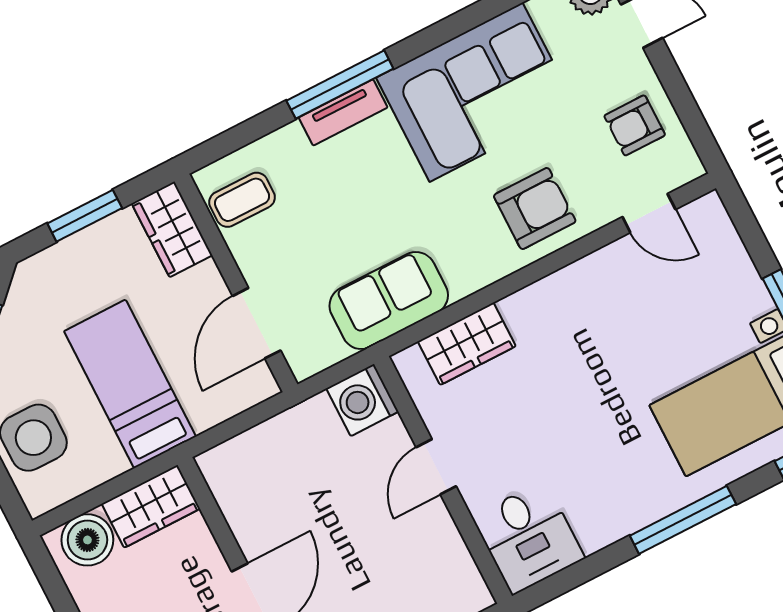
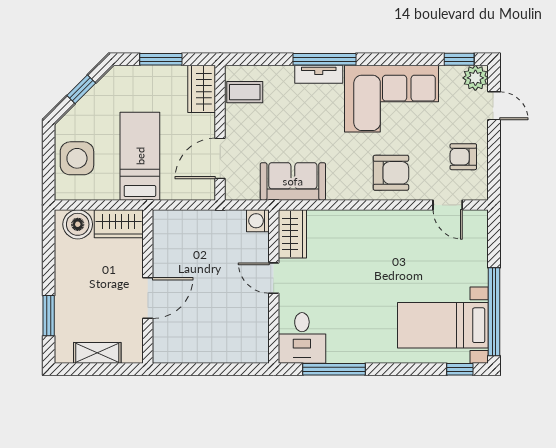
wardrobe: (467, 344) -> (292, 234), moved, turned -90
washing machine: (362, 400) -> (258, 221), width x0.73, depth x0.73
door: (436, 467) -> (274, 278), hinge flipped
window: (683, 520) -> (334, 369), moved

